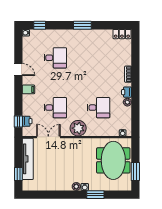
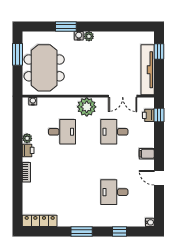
window: (40, 25) -> (120, 231), moved
locker: (122, 34) -> (40, 221), width x1.53
desk: (99, 108) -> (62, 132), turned 180

